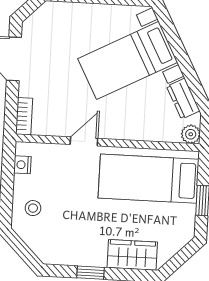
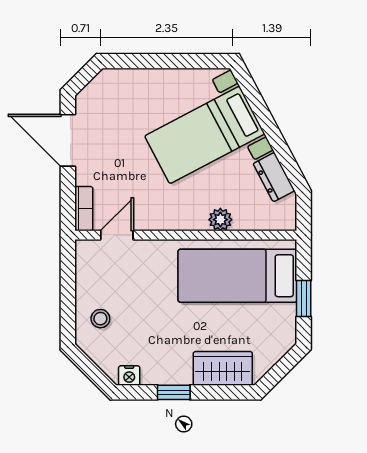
plant: (191, 134) -> (220, 220), moved
door: (84, 141) -> (117, 235), moved
nightstand: (22, 165) -> (129, 375), moved, turned -90

